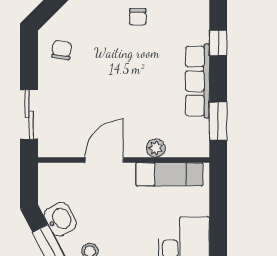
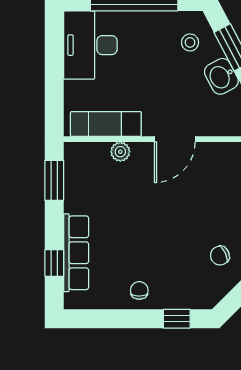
chair: (62, 50) -> (220, 256), turned 57
row of seats: (197, 81) -> (76, 253), moved

